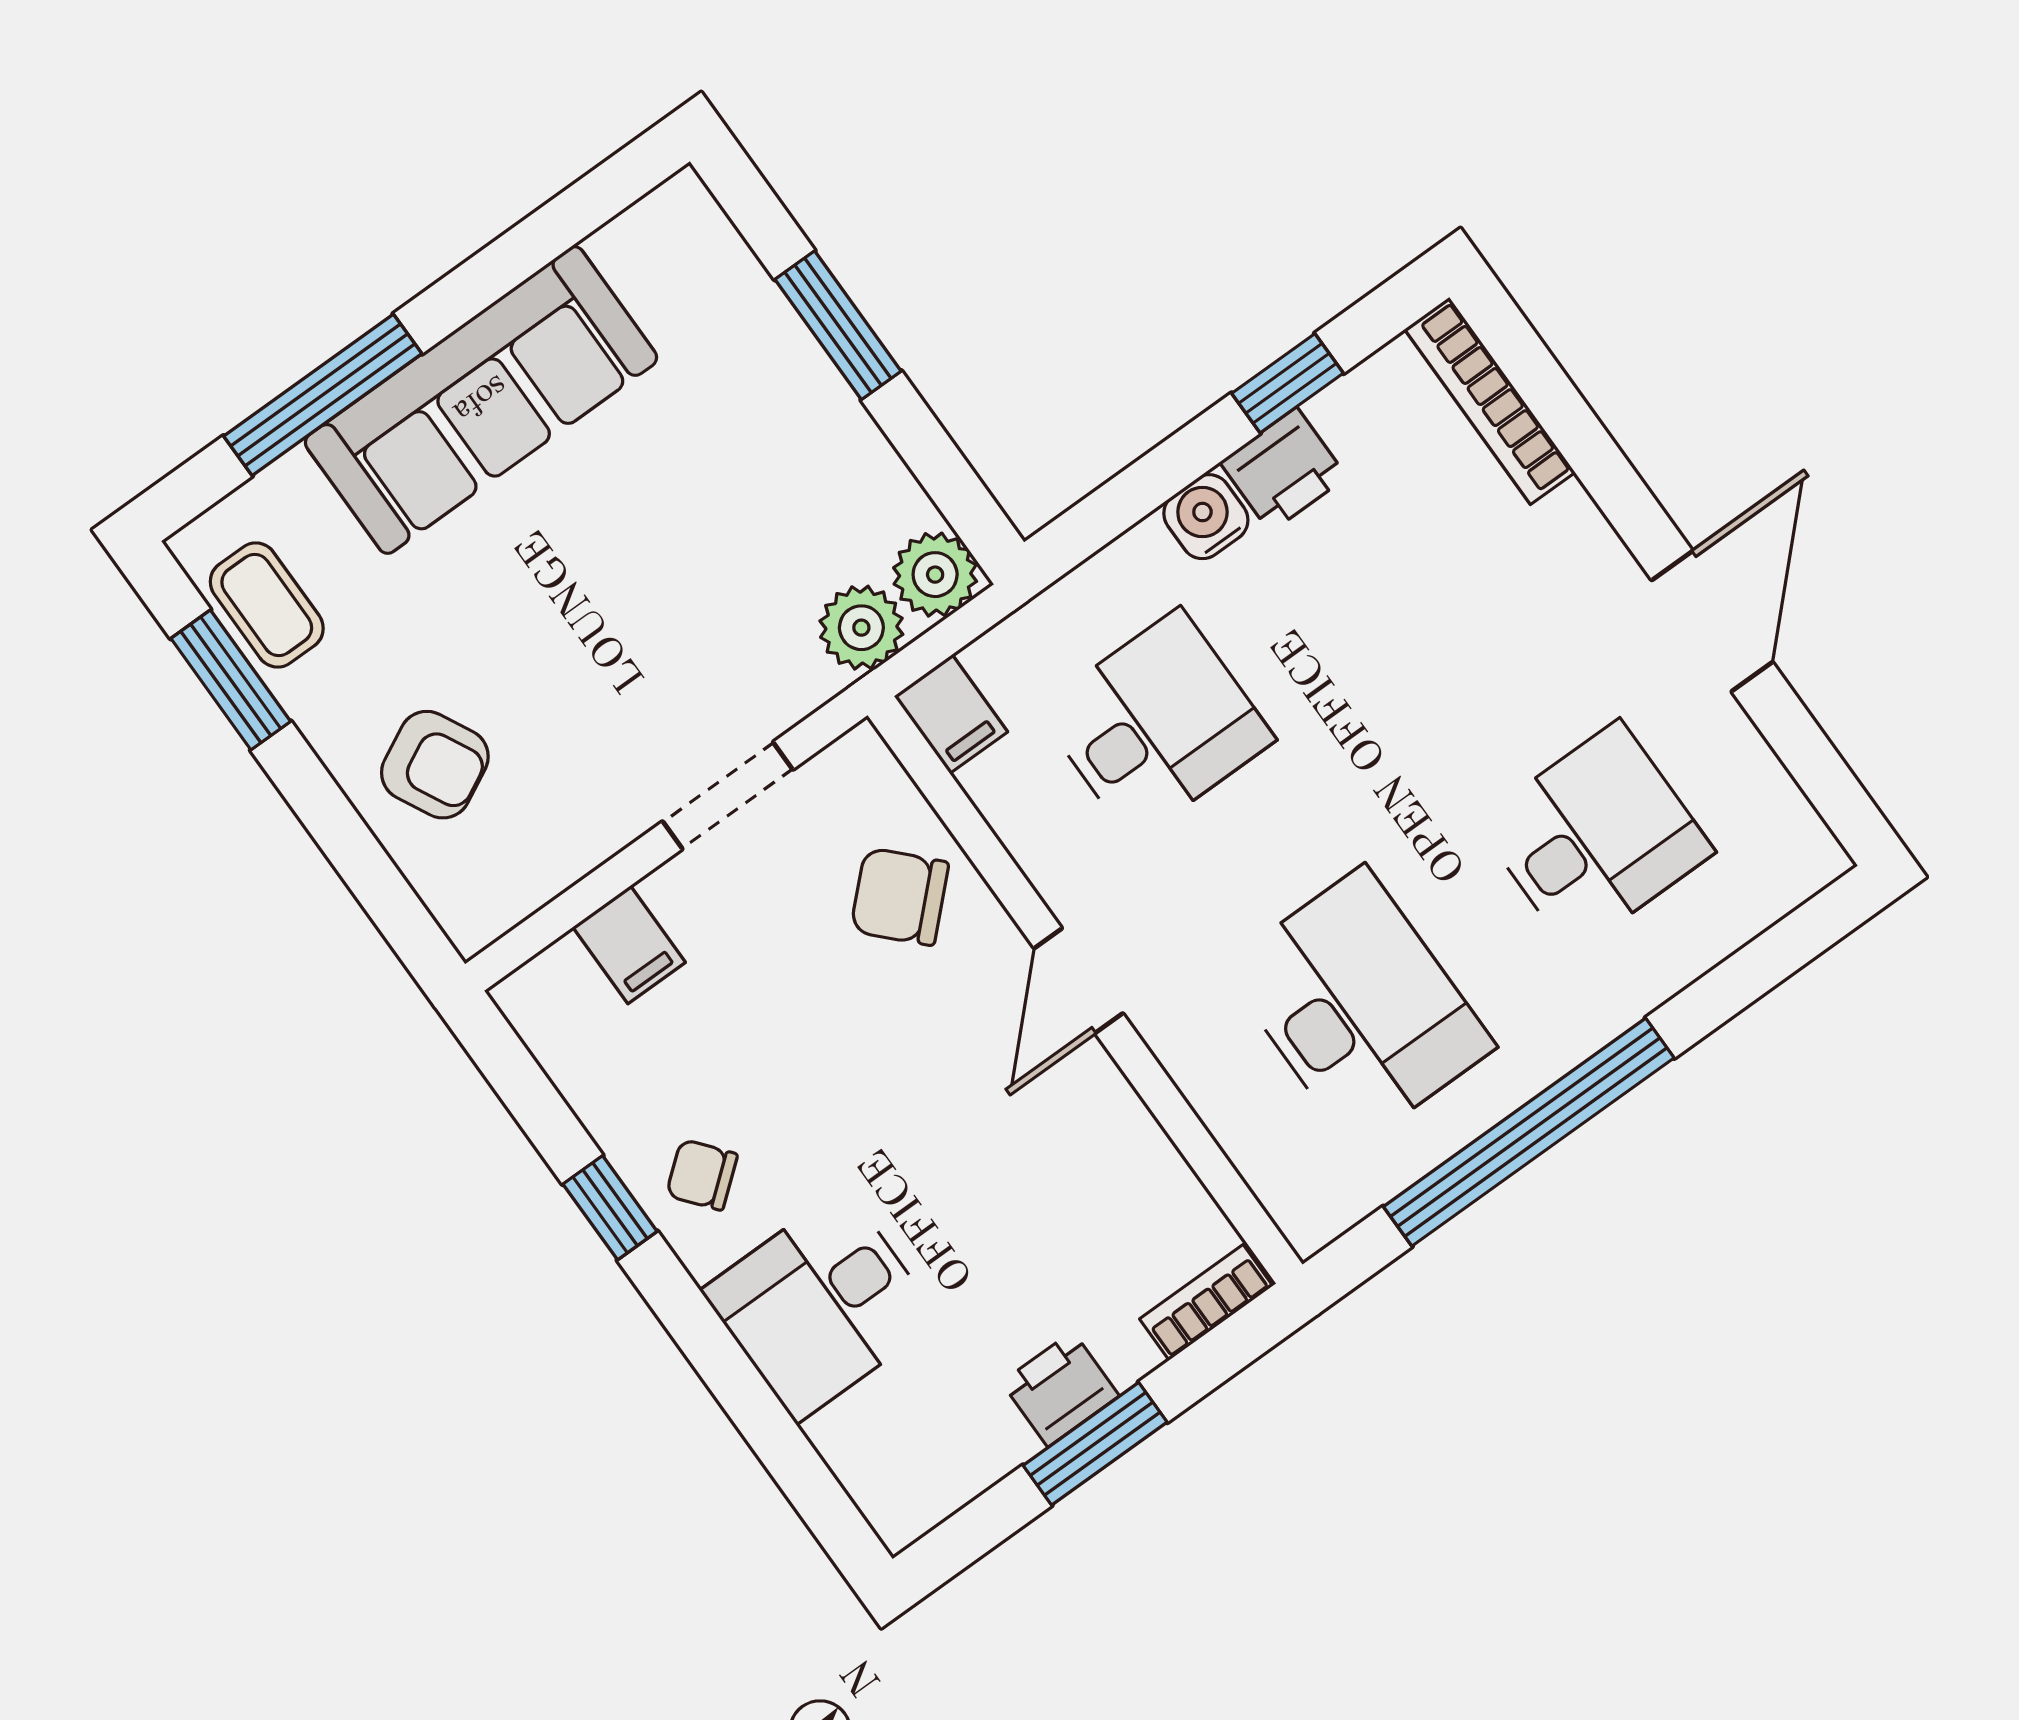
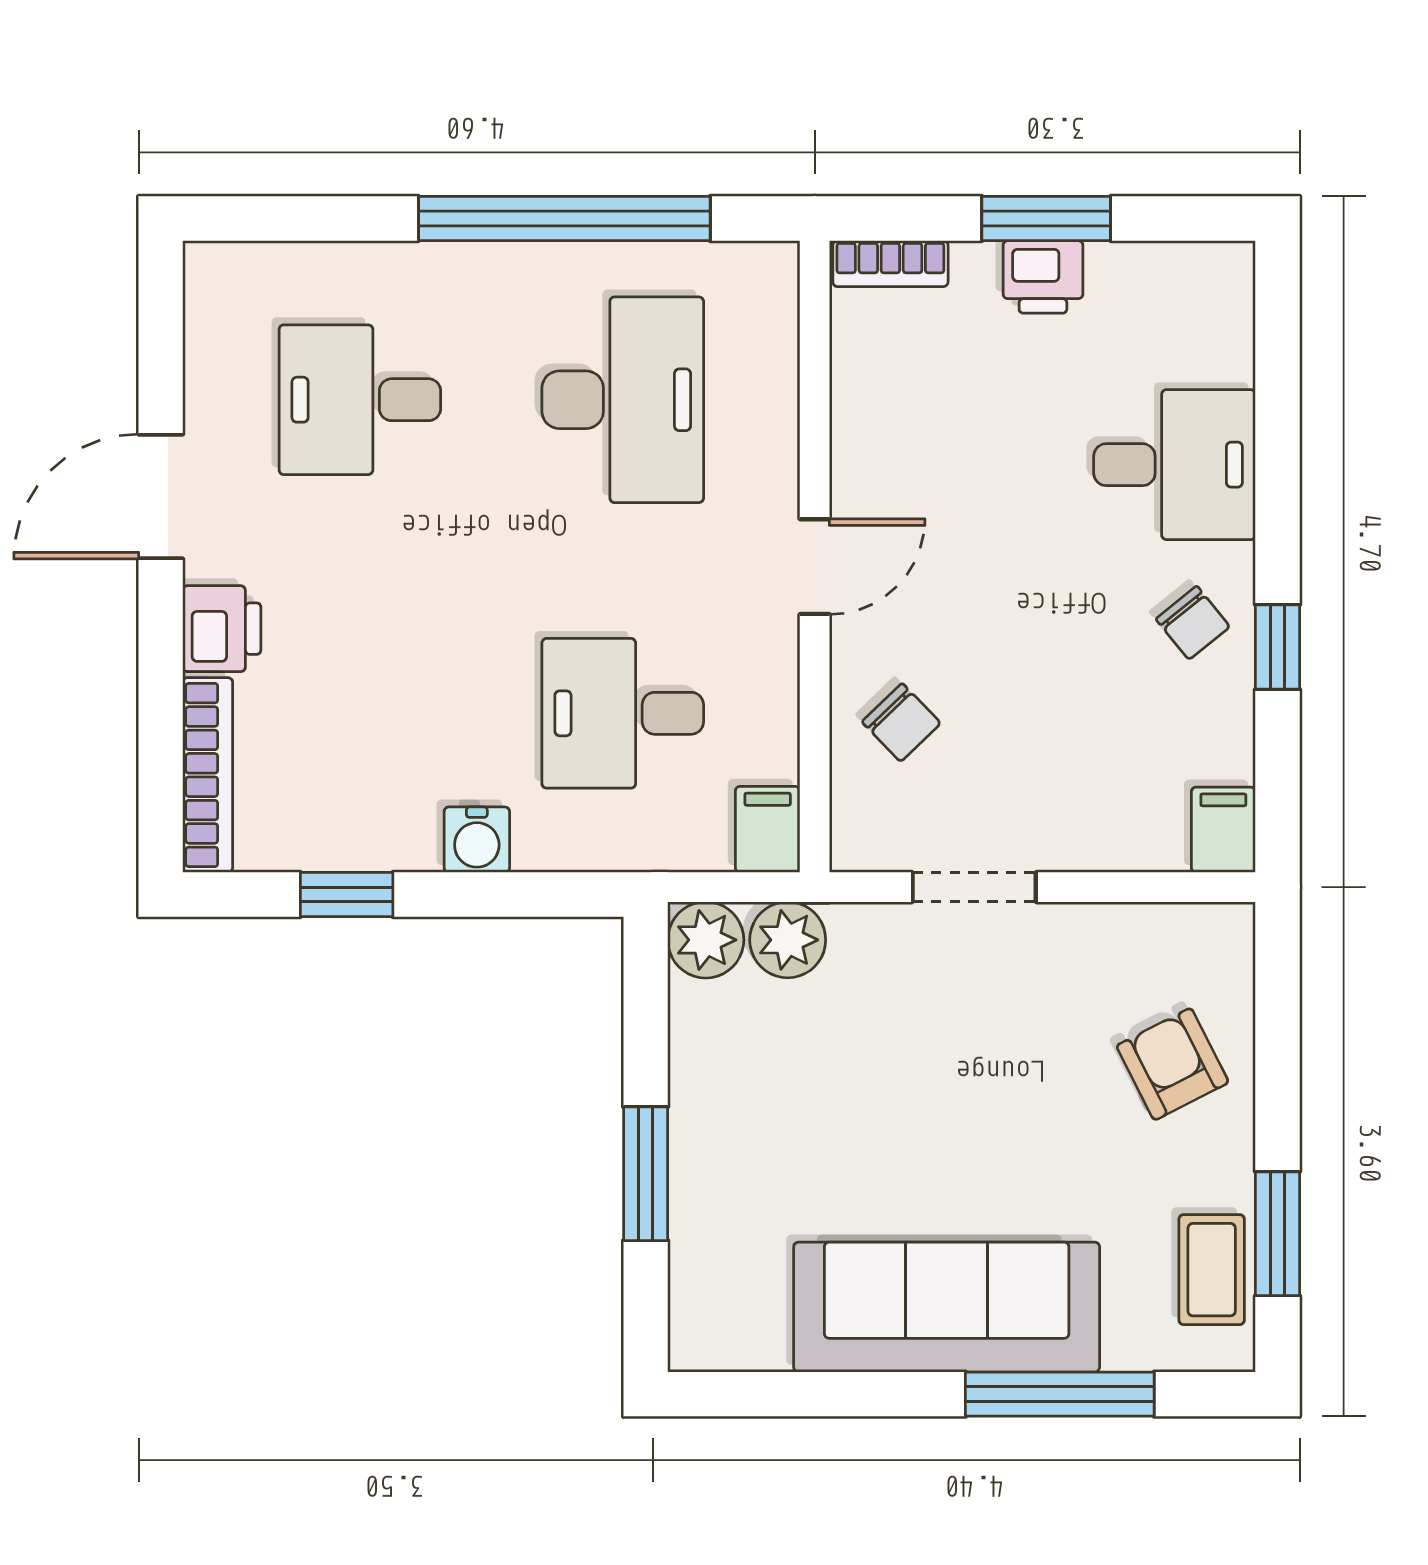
printer: (1283, 470) -> (222, 629), moved, turned 90
chair: (900, 897) -> (901, 723), width x0.73, depth x0.73
filing cabinet: (629, 945) -> (1223, 830), moved
desk: (1359, 1007) -> (623, 400), turned 180

